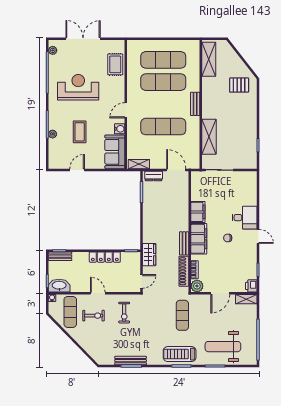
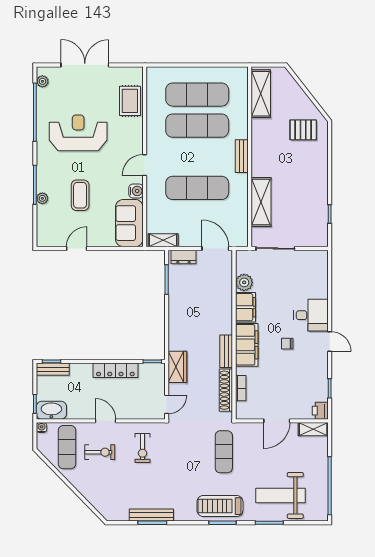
plant: (197, 286) -> (244, 282), moved

